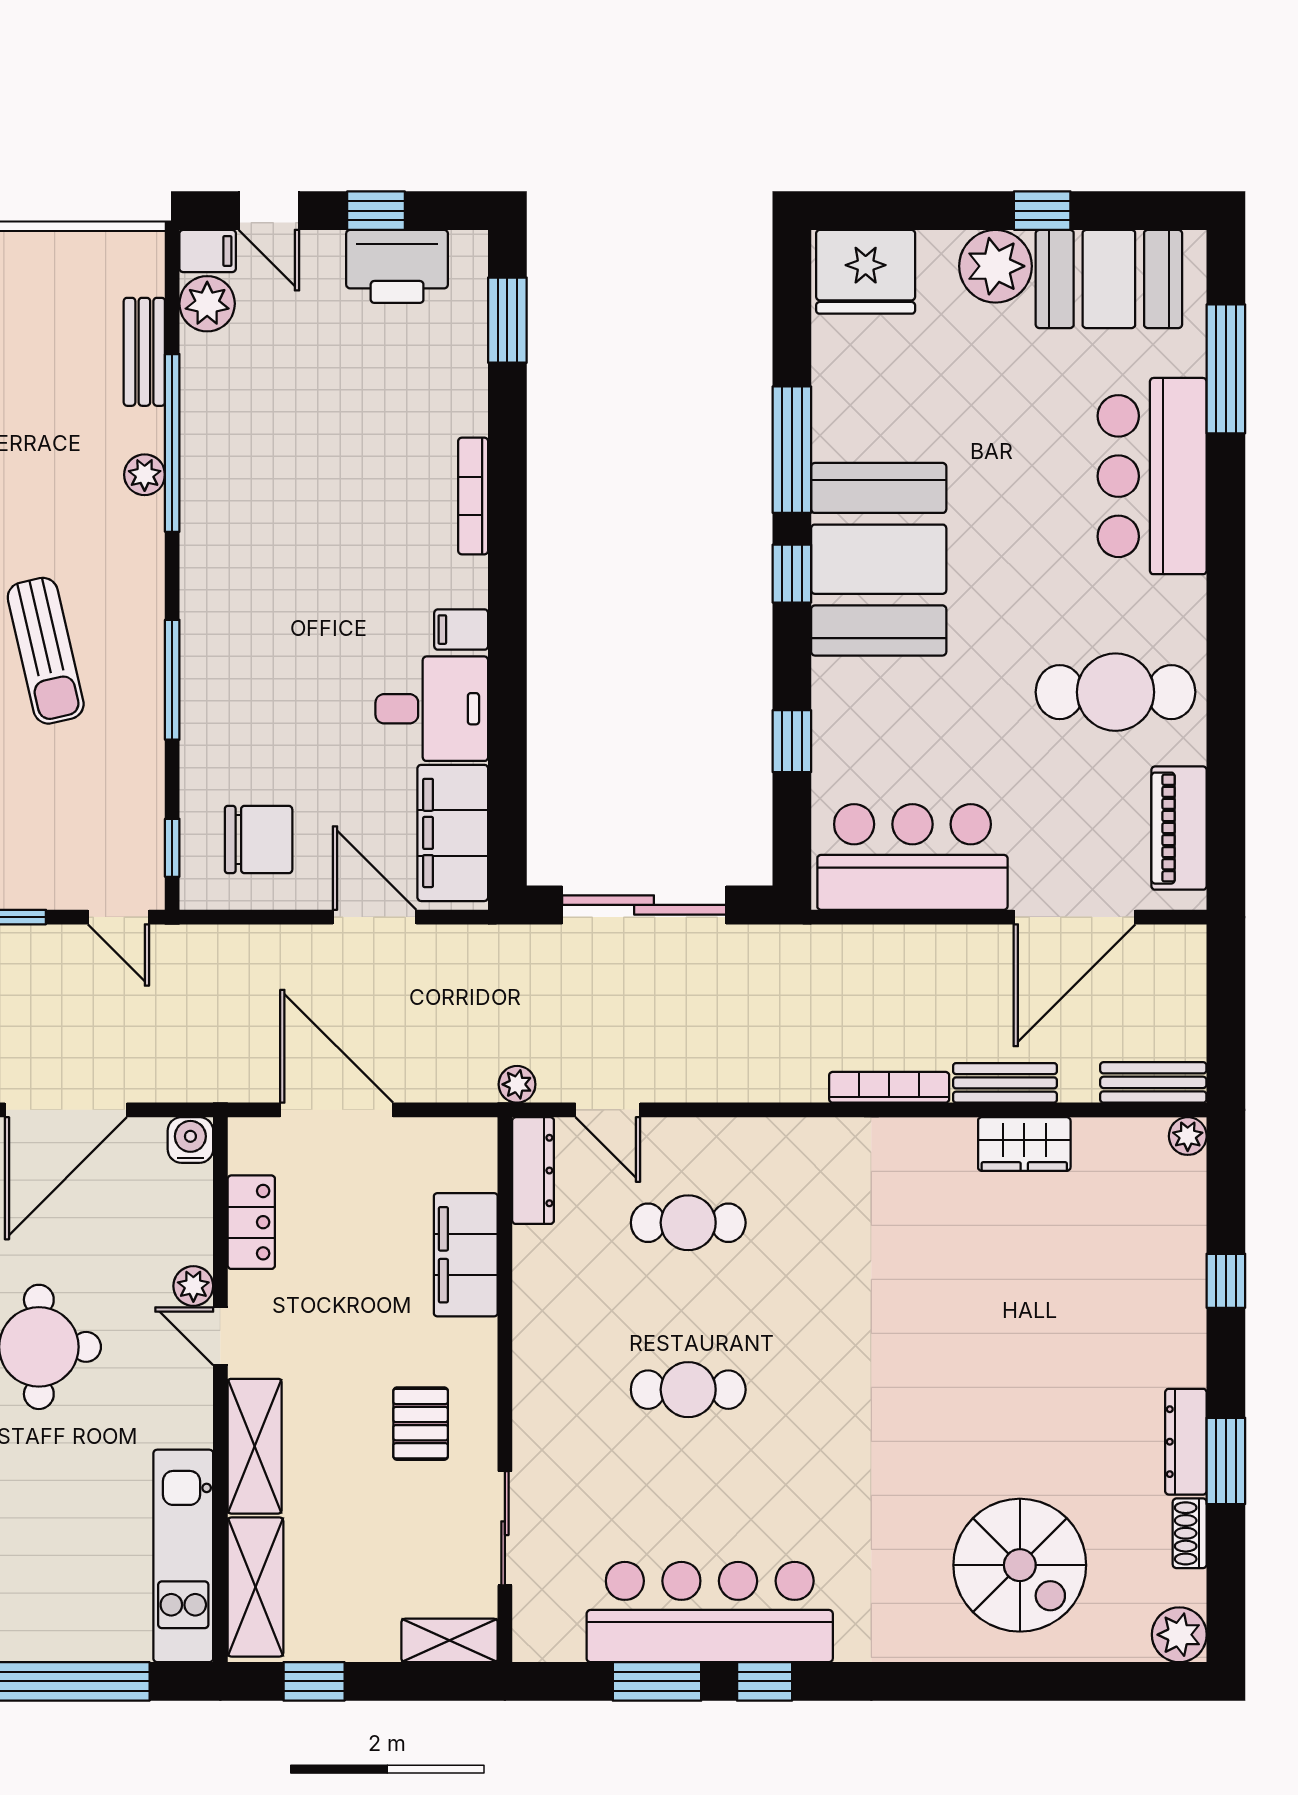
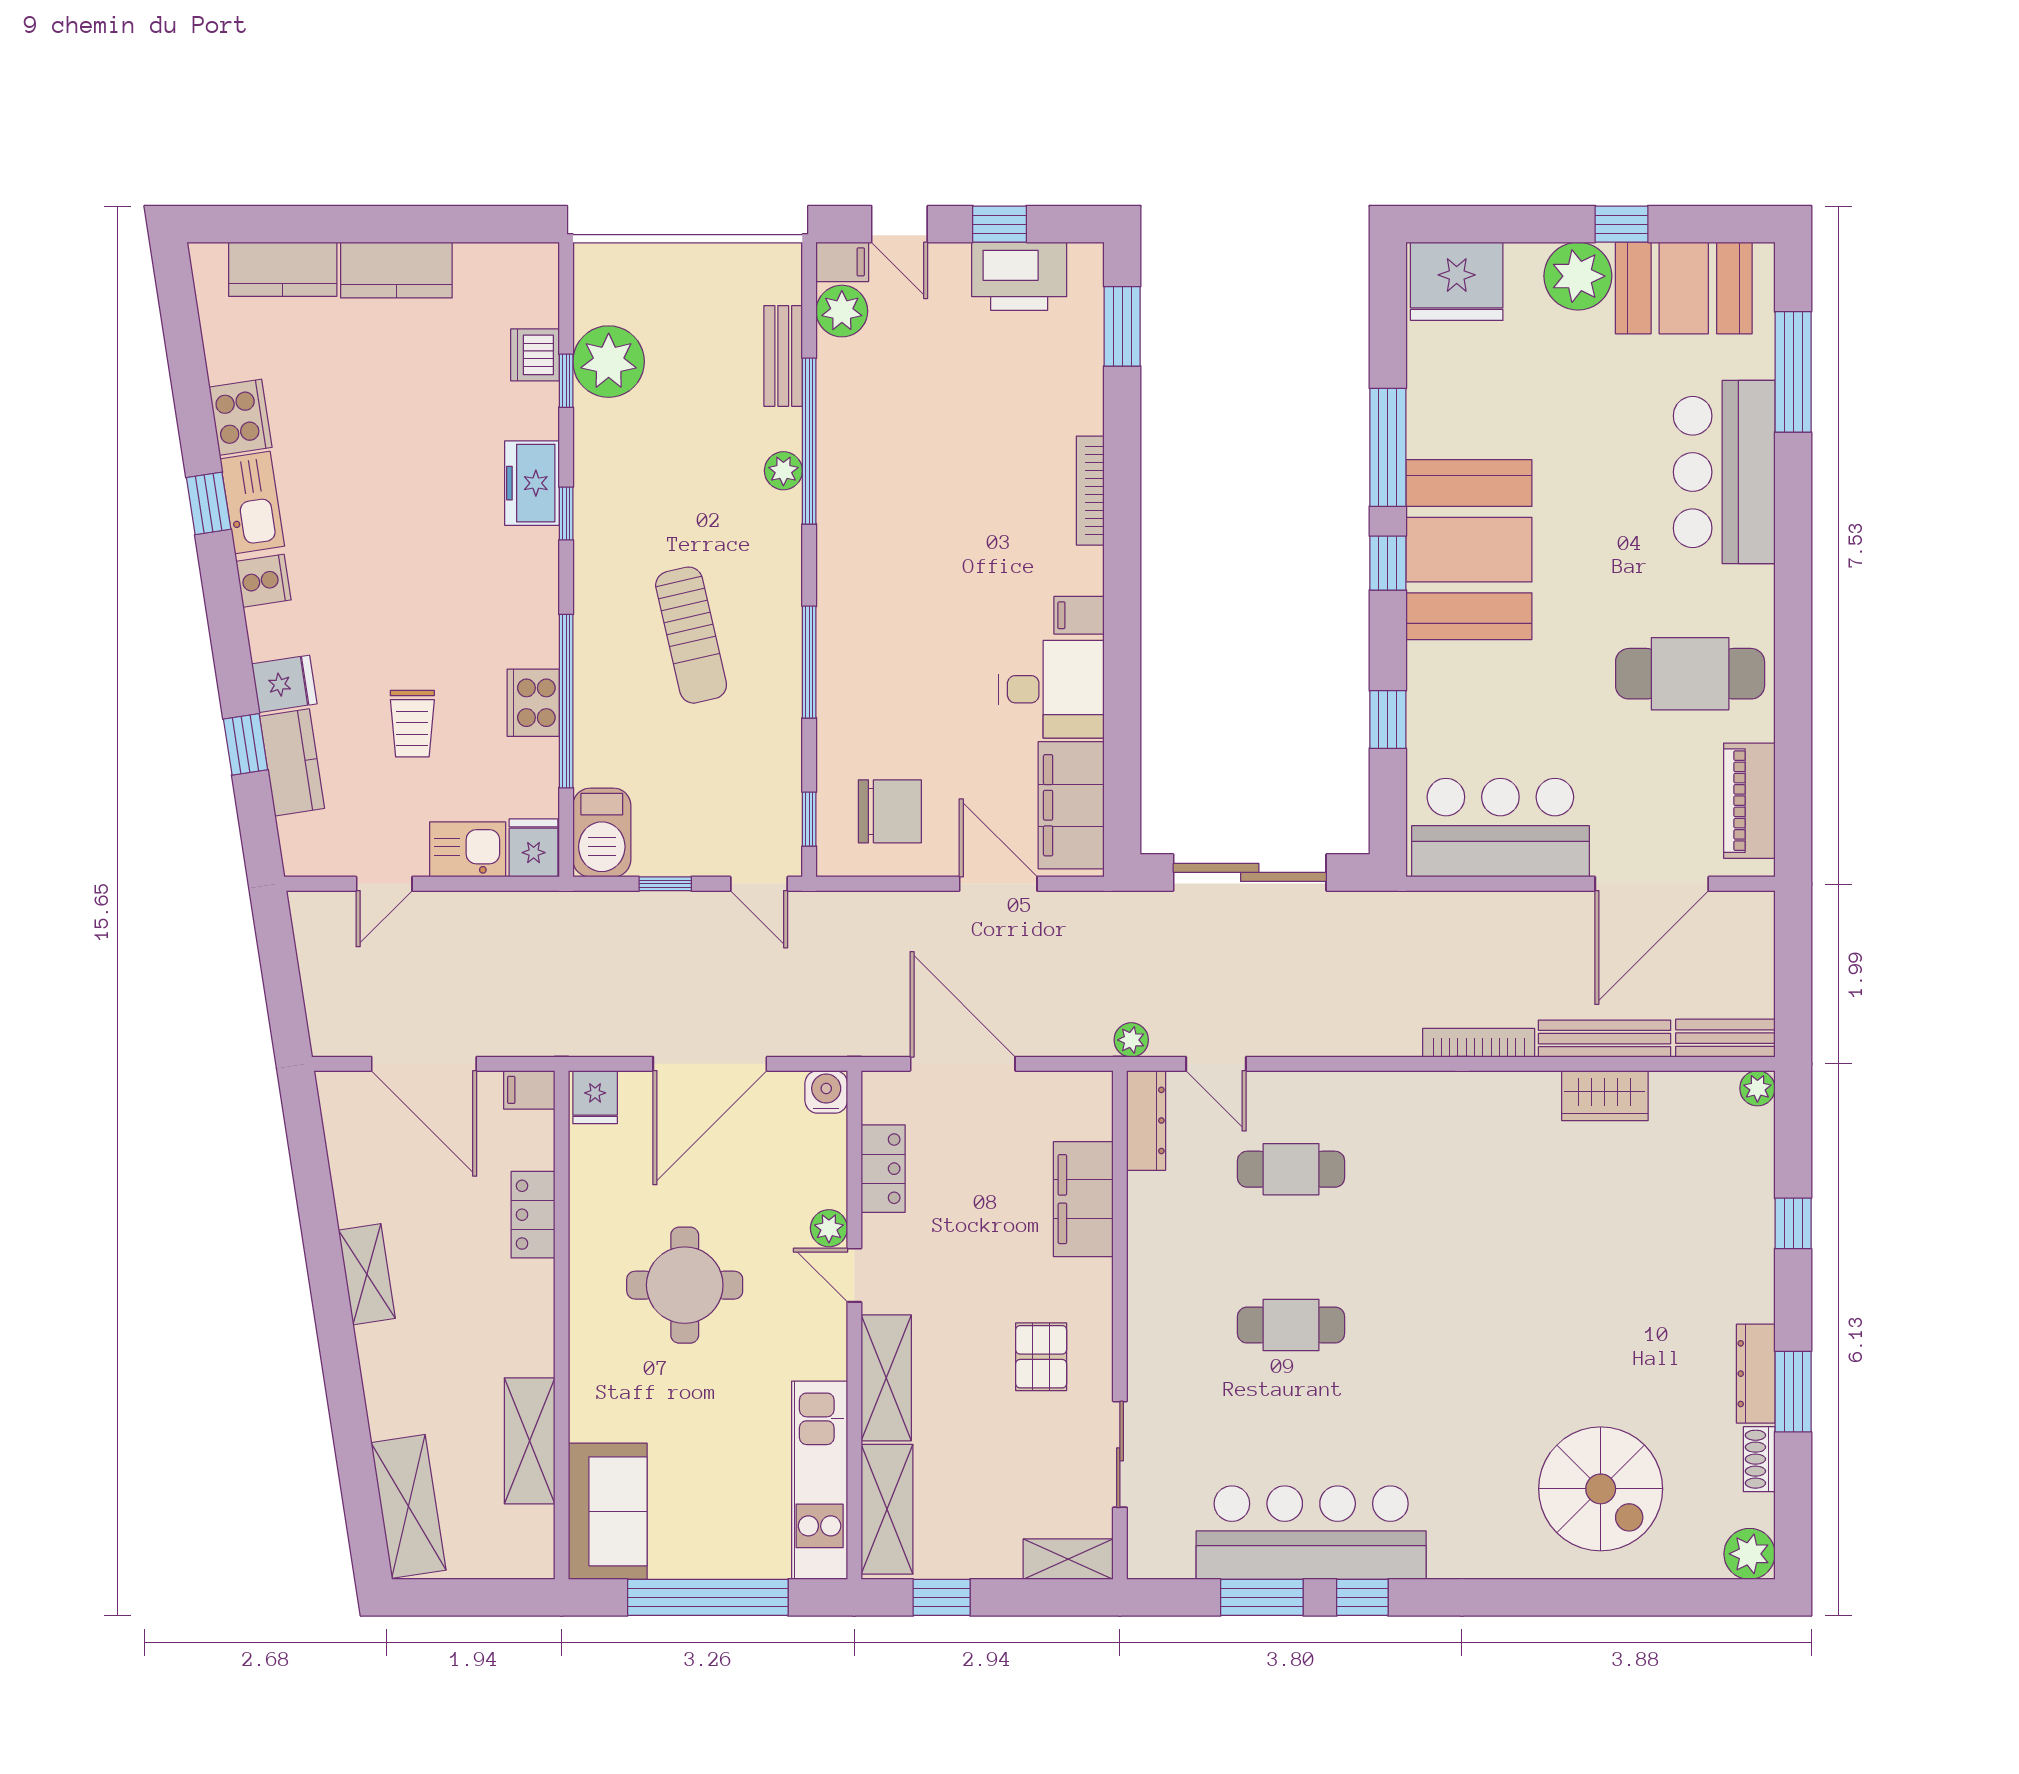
bench: (1005, 1083) -> (1604, 1039), width x1.36

